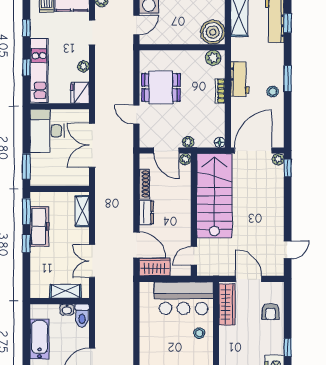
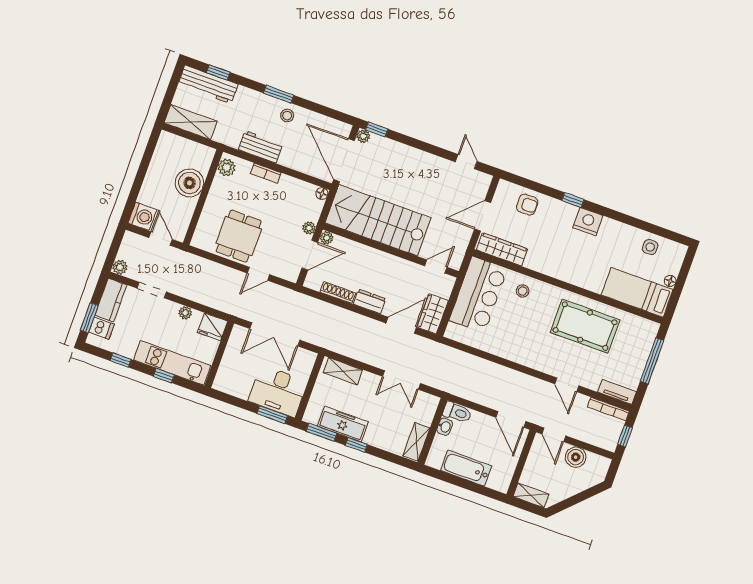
boiler: (213, 32) -> (189, 183), moved
desk: (47, 131) -> (278, 391), moved
door: (194, 256) -> (436, 266), swing flipped
shelving: (65, 291) -> (416, 442), moved

